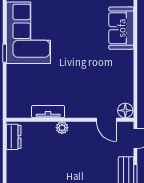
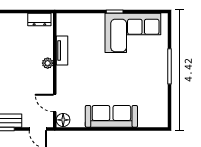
sofa: (121, 28) -> (111, 116), moved, width x1.36
door: (106, 120) -> (55, 103), hinge flipped

